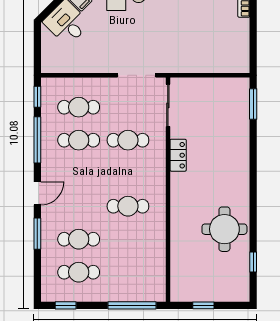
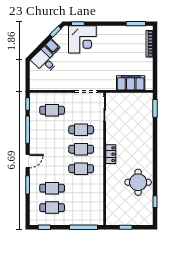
filing cabinet: (212, 61) -> (131, 83), added
cafe table: (79, 140) -> (81, 149), moved
locker: (178, 155) -> (111, 154), moved

